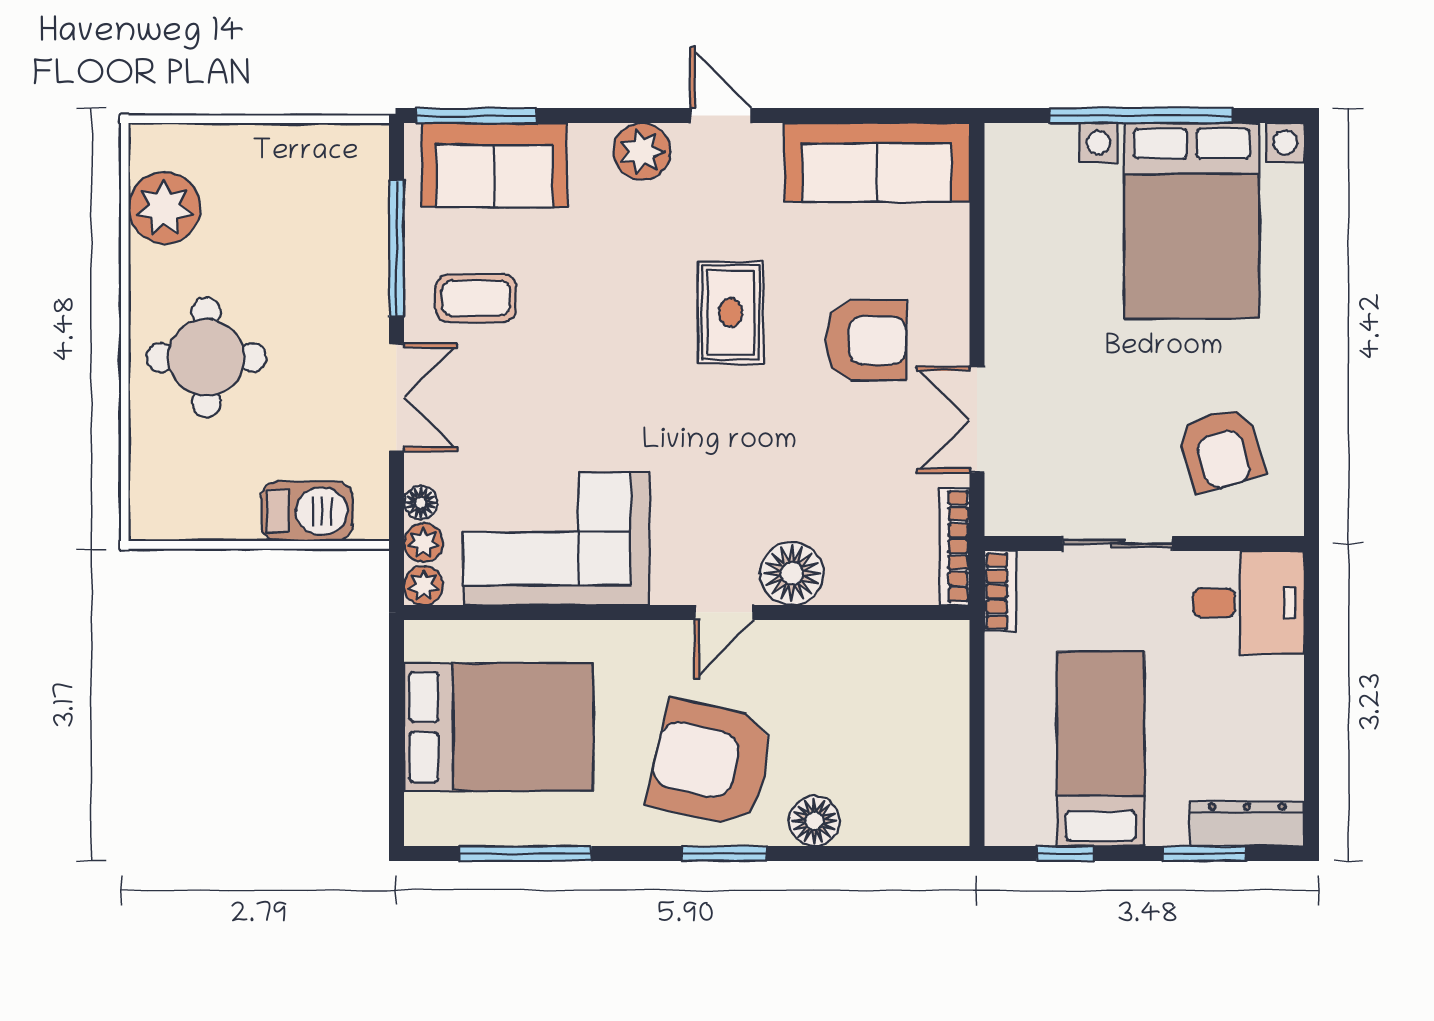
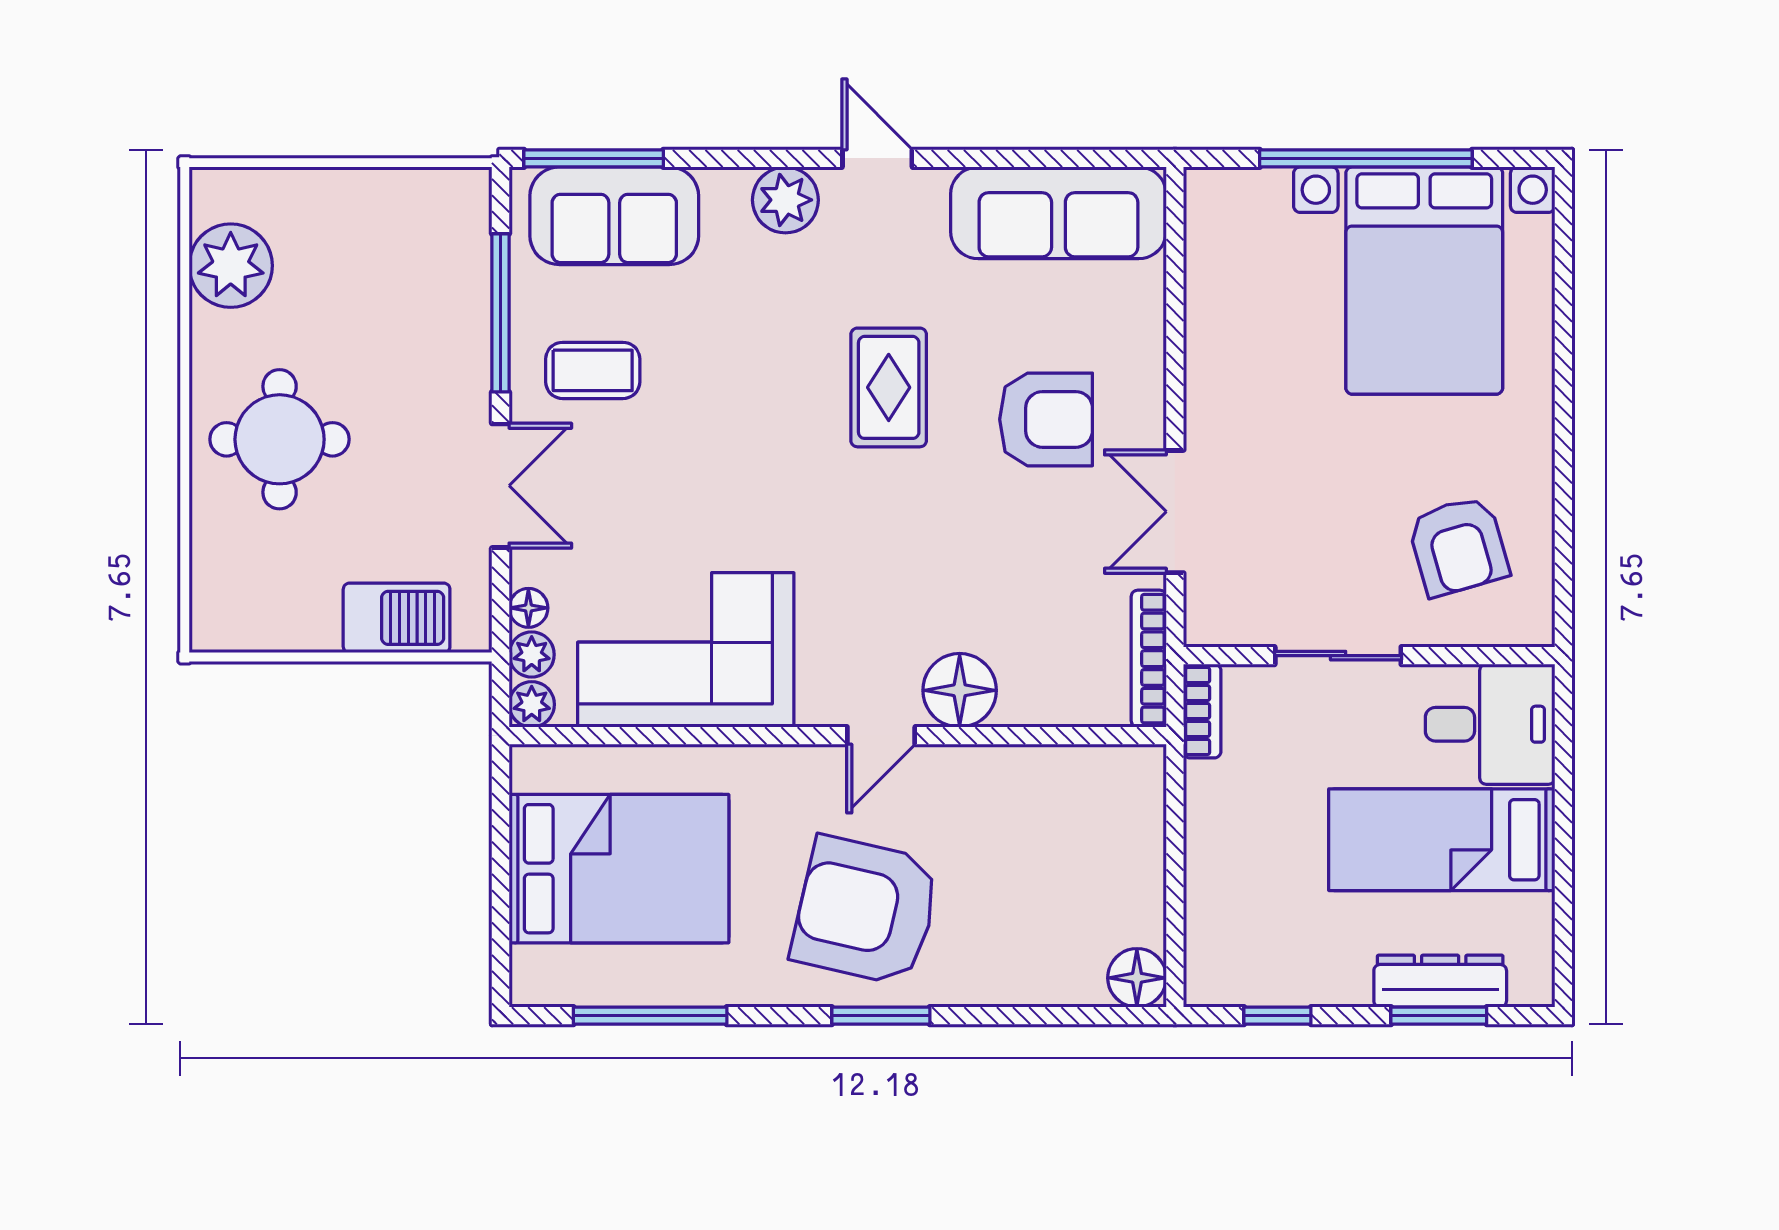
bed: (1101, 749) -> (1442, 840), moved, turned -90
floor lamp: (814, 821) -> (1137, 978), moved
dresser: (1247, 824) -> (1440, 981), moved

